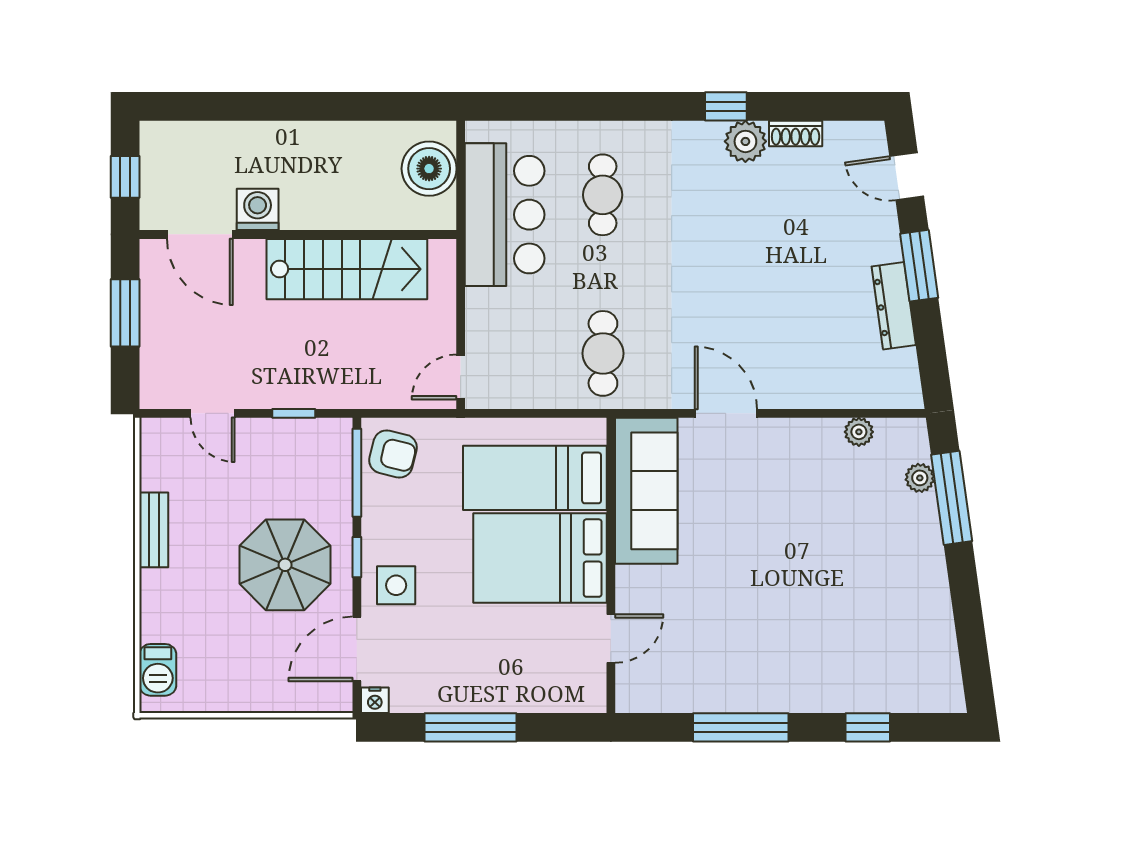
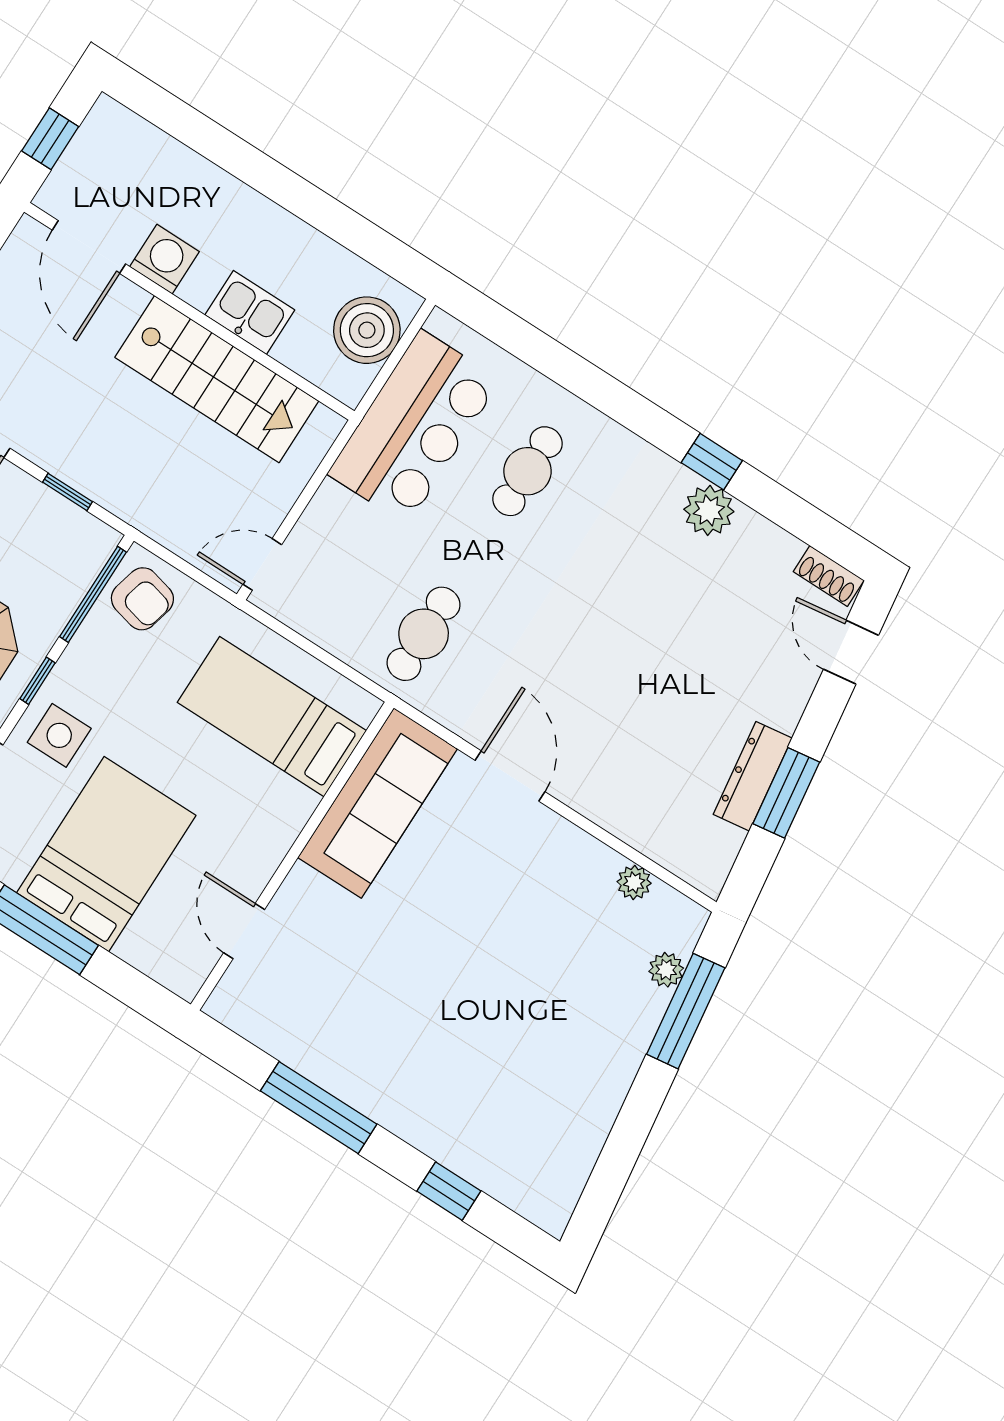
shoe rack: (796, 134) -> (829, 576), moved
kitchen sink: (340, 208) -> (250, 312), added
window: (919, 266) -> (786, 793), moved
bed: (540, 558) -> (106, 854), moved, turned 90
door: (611, 639) -> (244, 931), swing flipped

